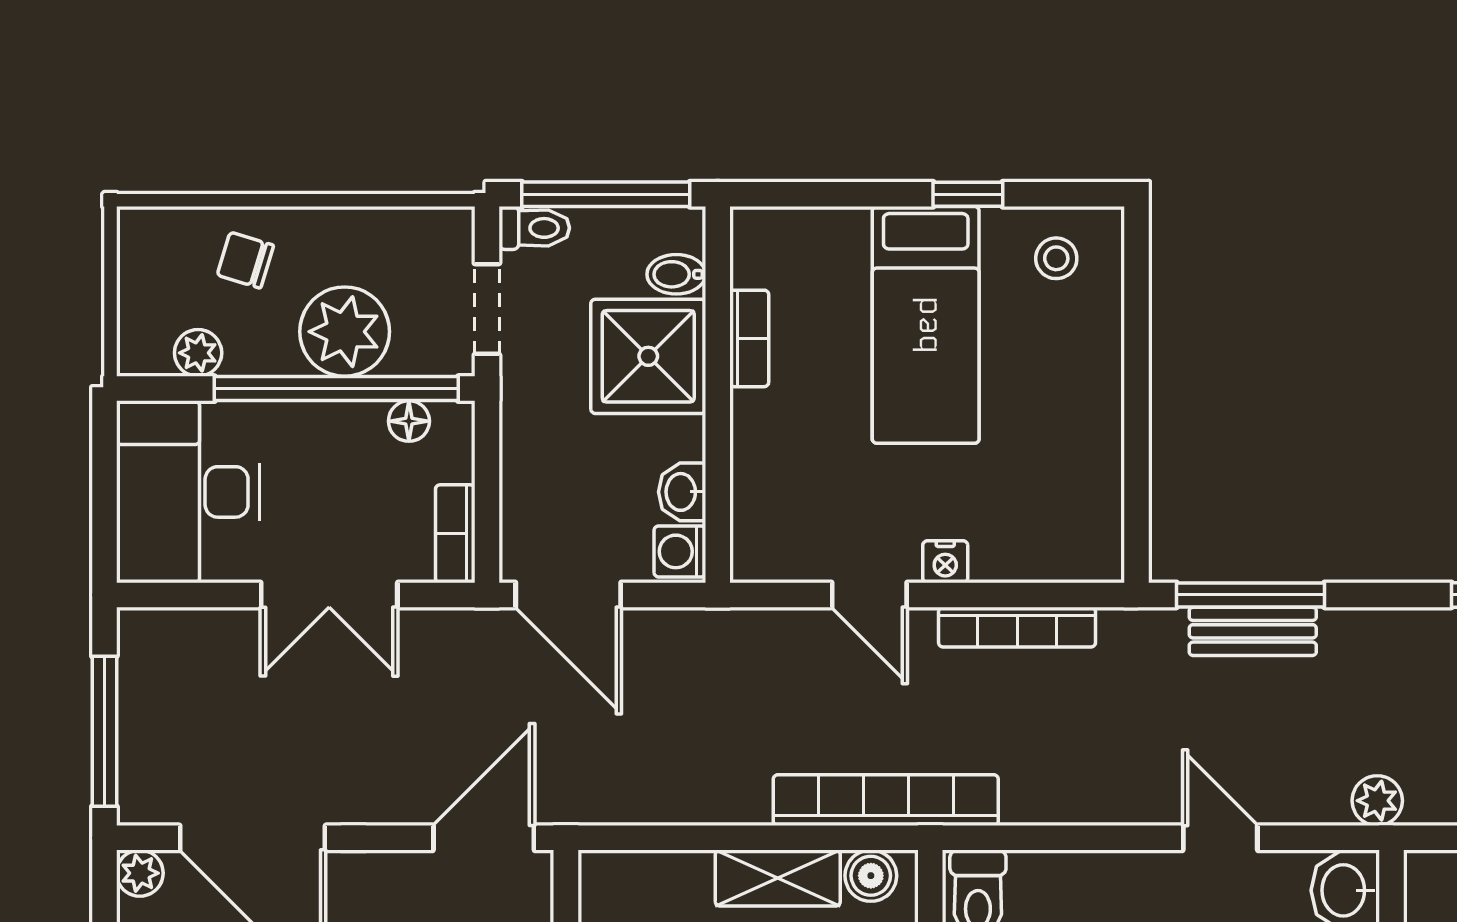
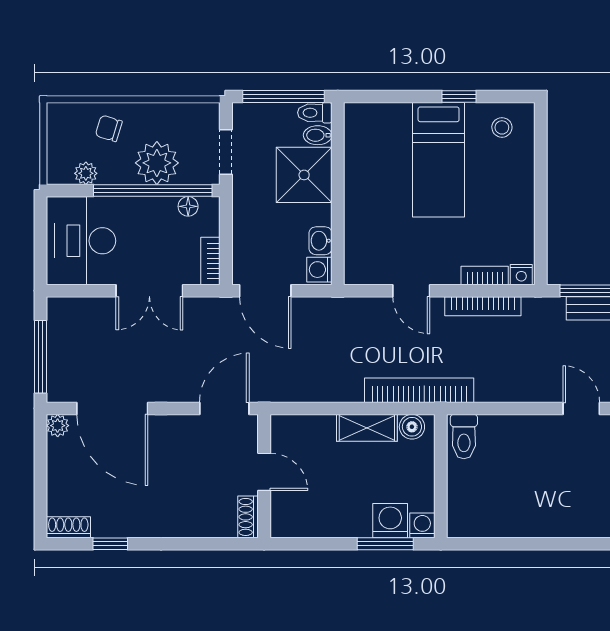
toilet: (534, 228) -> (315, 113), moved, turned 180
bookcase: (749, 338) -> (485, 275), moved, turned -90
nightstand: (945, 562) -> (521, 275), moved

